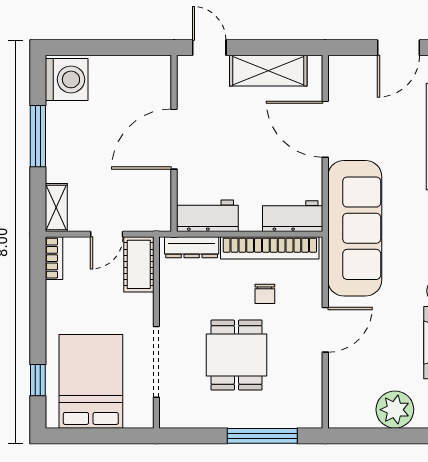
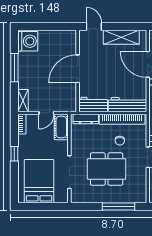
workbench: (293, 216) -> (127, 105), width x1.38
dining table: (237, 355) -> (107, 169), width x1.38
window: (38, 380) -> (14, 154), moved

